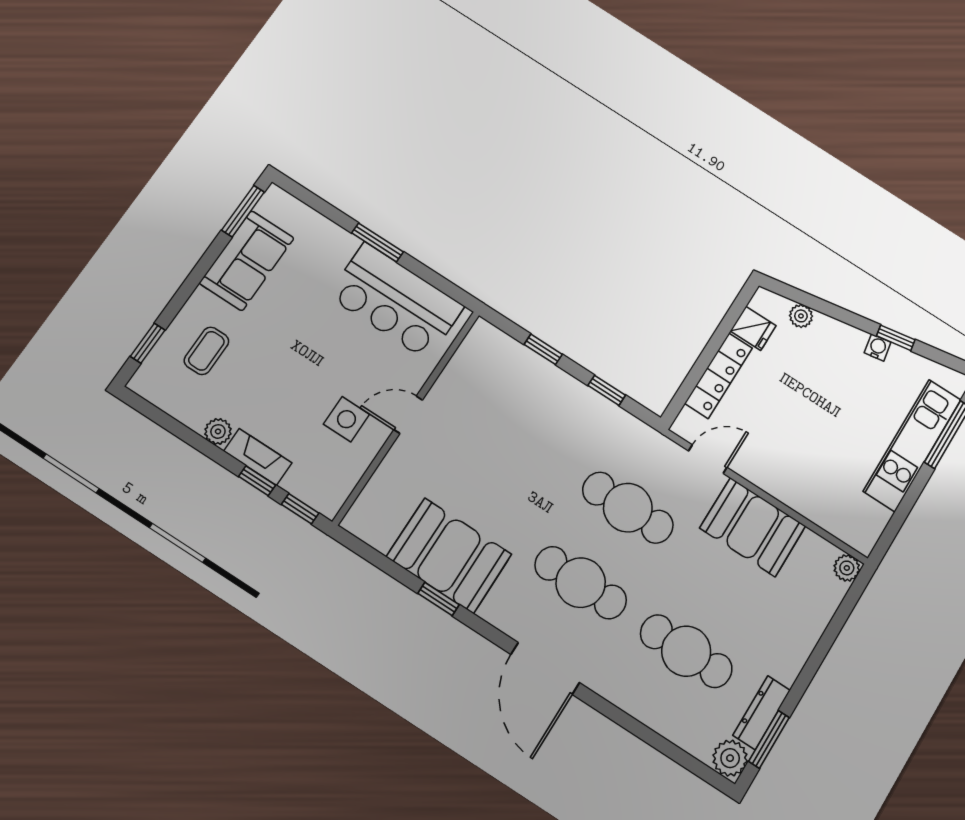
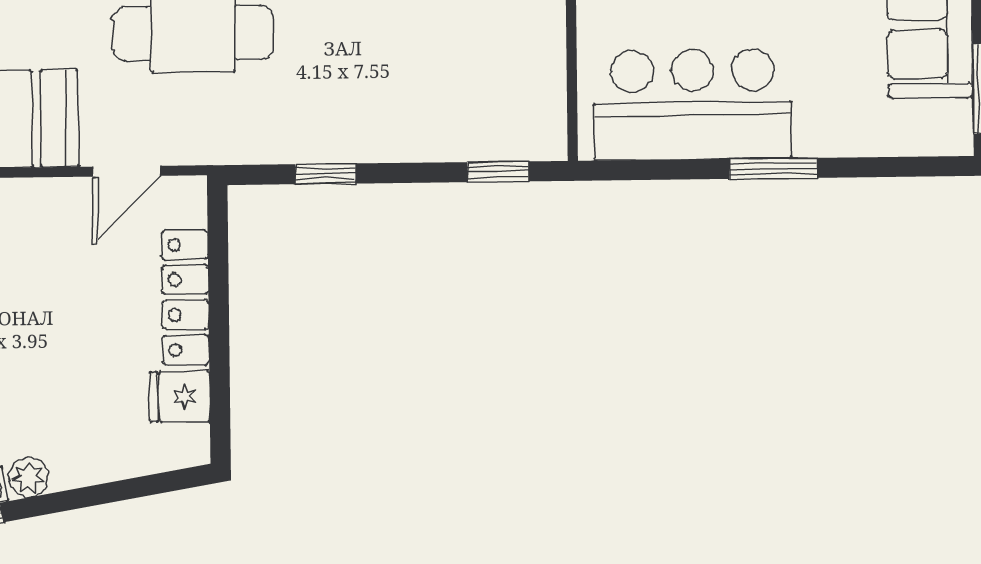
plant: (801, 316) -> (29, 477), moved
window: (543, 349) -> (498, 172), moved

